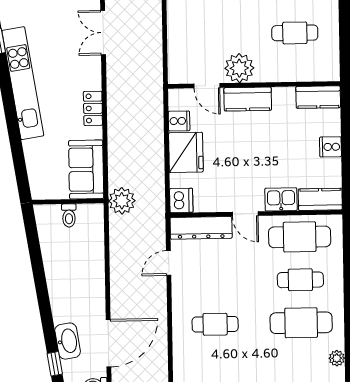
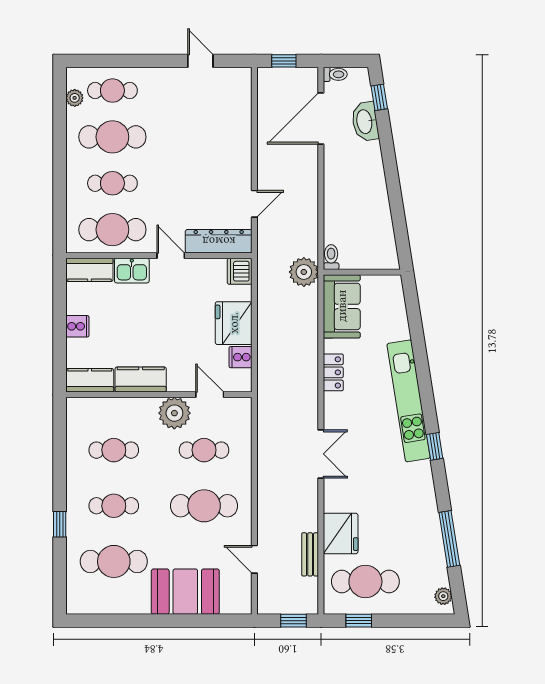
cafe table: (211, 34) -> (204, 450), added
kitchen counter: (248, 99) -> (141, 379), moved
toilet: (69, 215) -> (331, 257), moved
cafe table: (215, 324) -> (112, 91), moved

